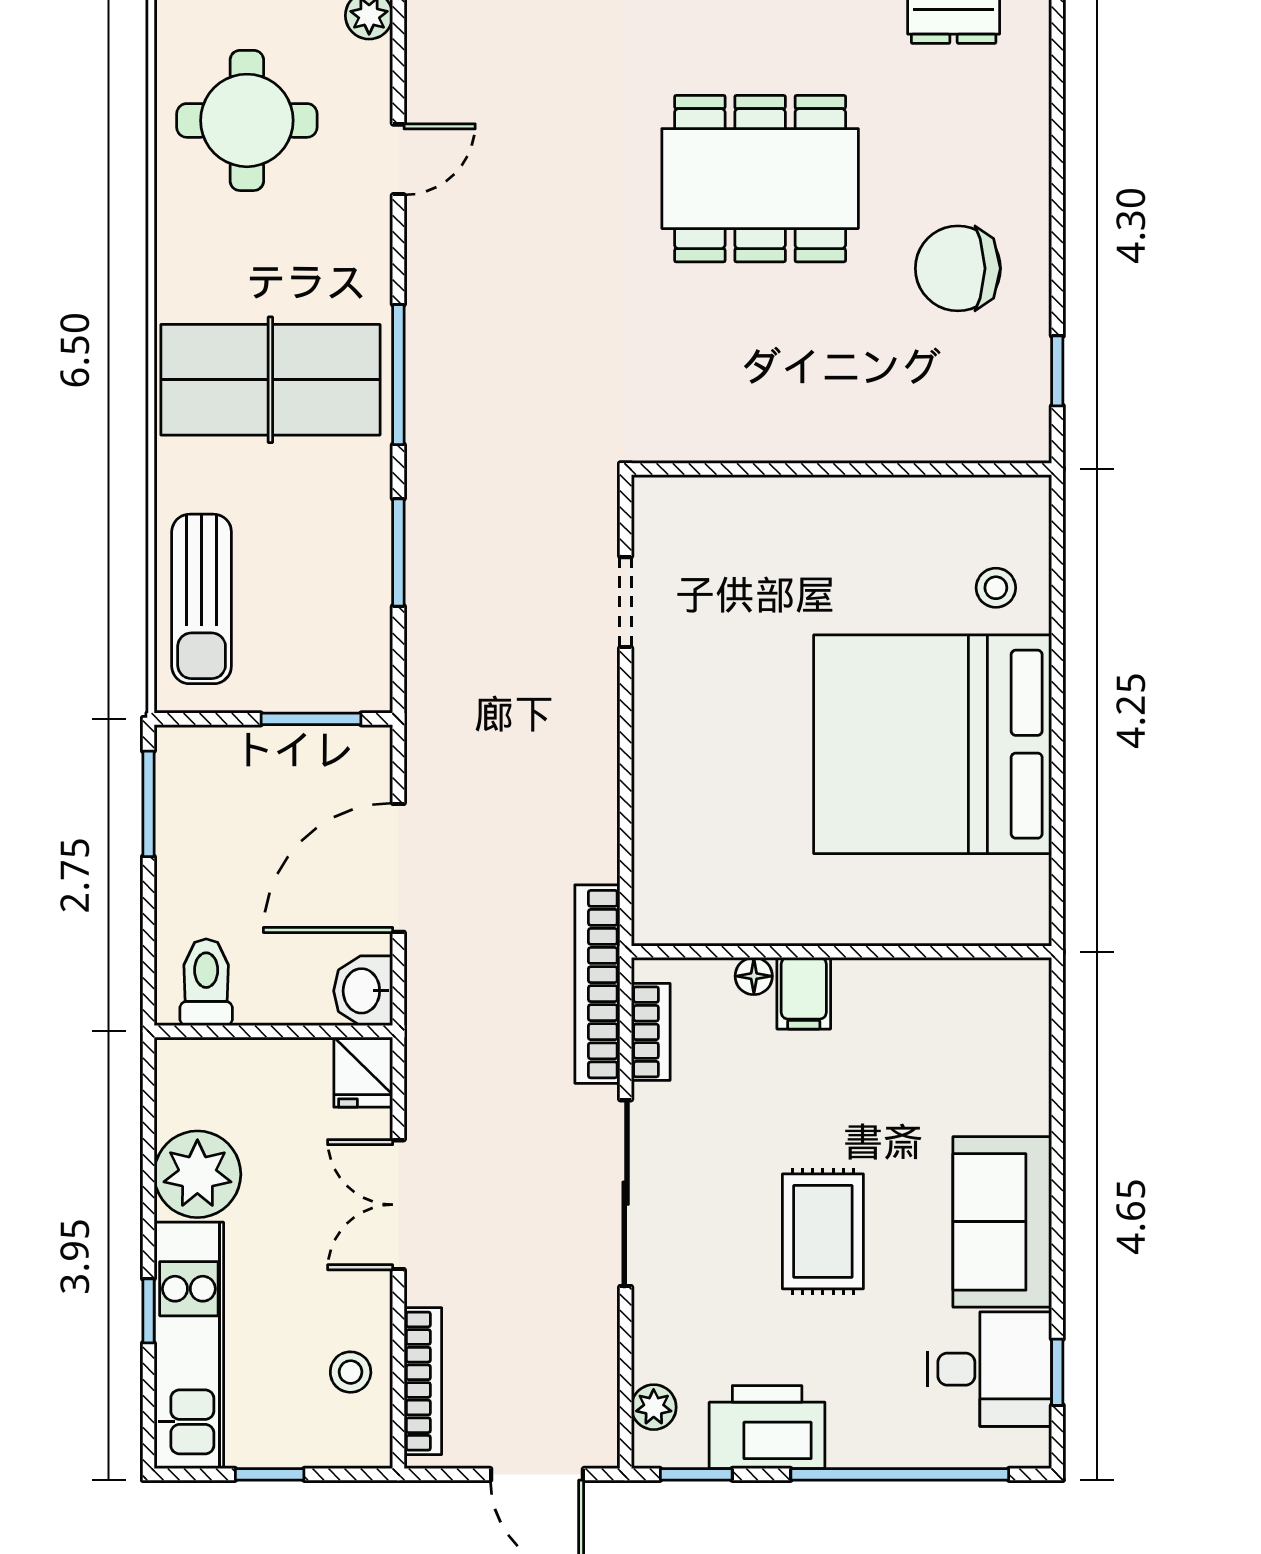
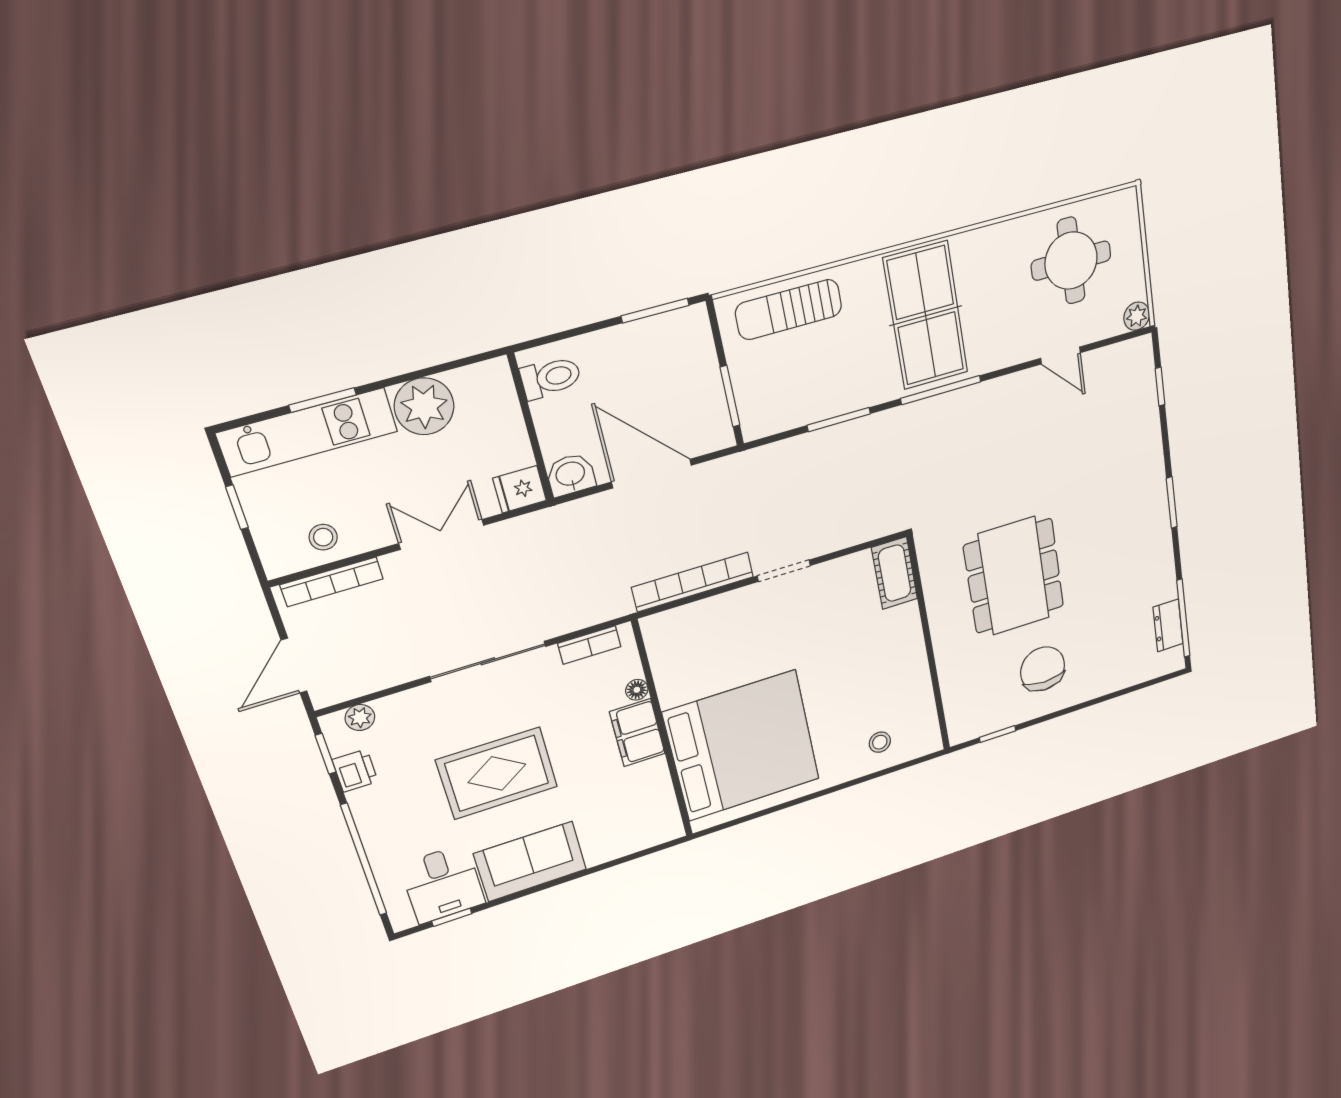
dining table: (760, 179) -> (1014, 576), moved
cot: (690, 507) -> (895, 573), added
doorway: (626, 602) -> (784, 571), moved
bed: (933, 744) -> (742, 746), moved, turned 90
bookcase: (597, 984) -> (693, 582), moved
filing cabinet: (804, 993) -> (637, 733), width x2.00
rug: (823, 1231) -> (497, 773), width x1.36, depth x1.43
window: (148, 1311) -> (323, 400), width x1.50
printer: (767, 1427) -> (355, 771), width x0.53, depth x0.68

